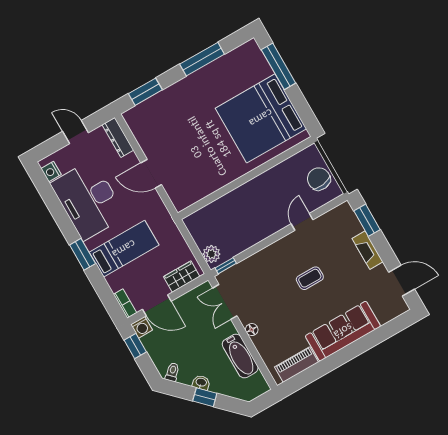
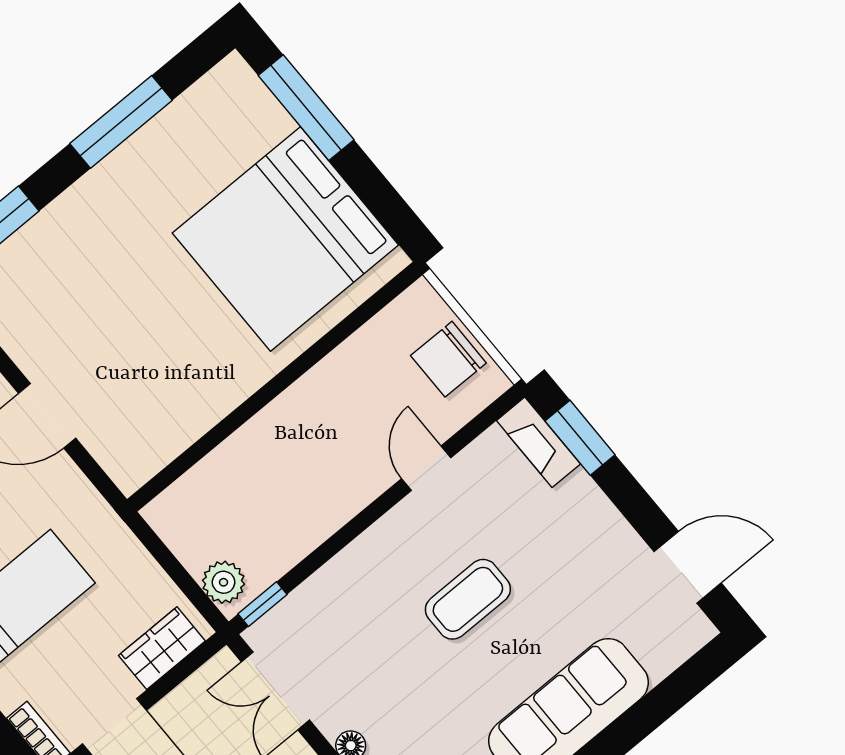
chair: (319, 179) -> (448, 359), turned -82
fireplace: (367, 250) -> (538, 442), moved
coffee table: (310, 278) -> (468, 599), width x1.36, depth x1.30

